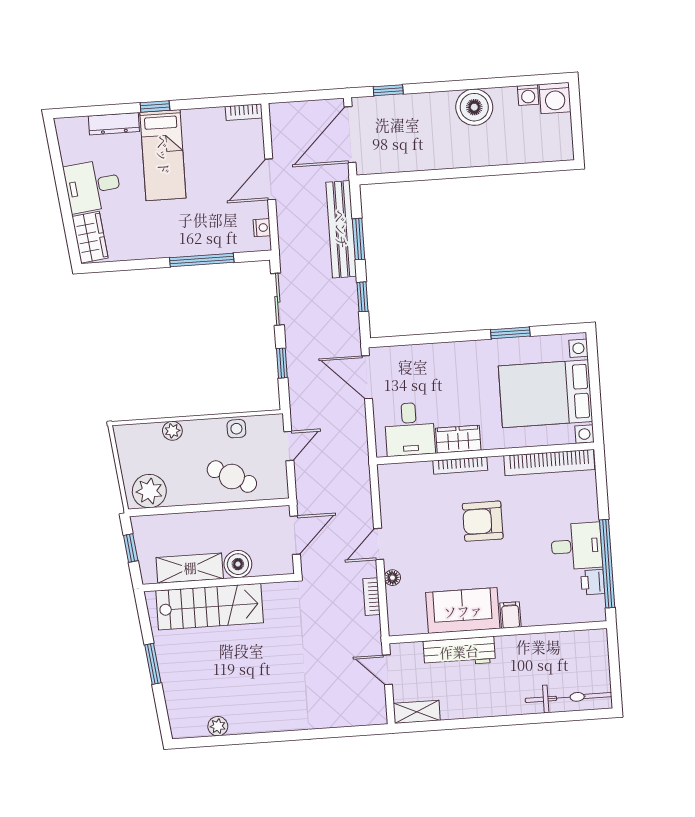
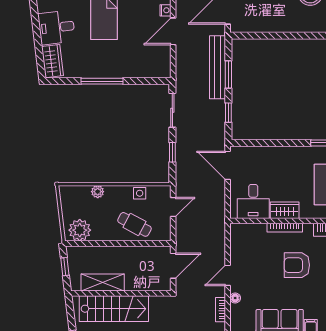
nightstand: (262, 228) -> (166, 10), moved
window: (202, 260) -> (102, 81), moved
boiler: (238, 564) -> (134, 282), removed

